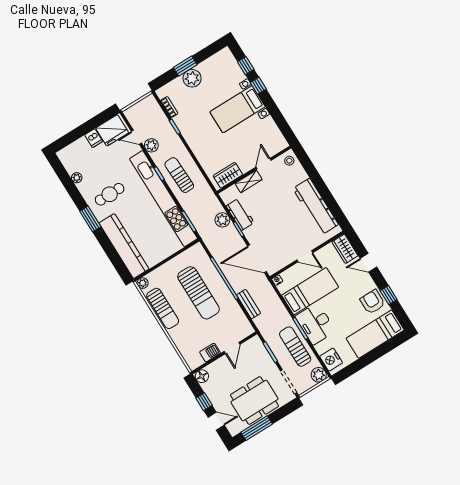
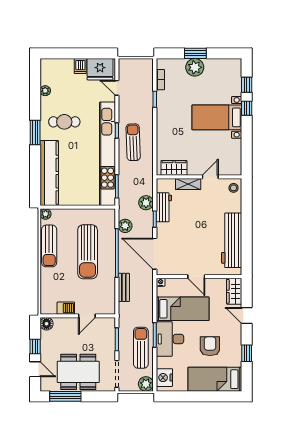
plant: (151, 145) -> (125, 226), moved
armchair: (373, 302) -> (210, 346), moved

